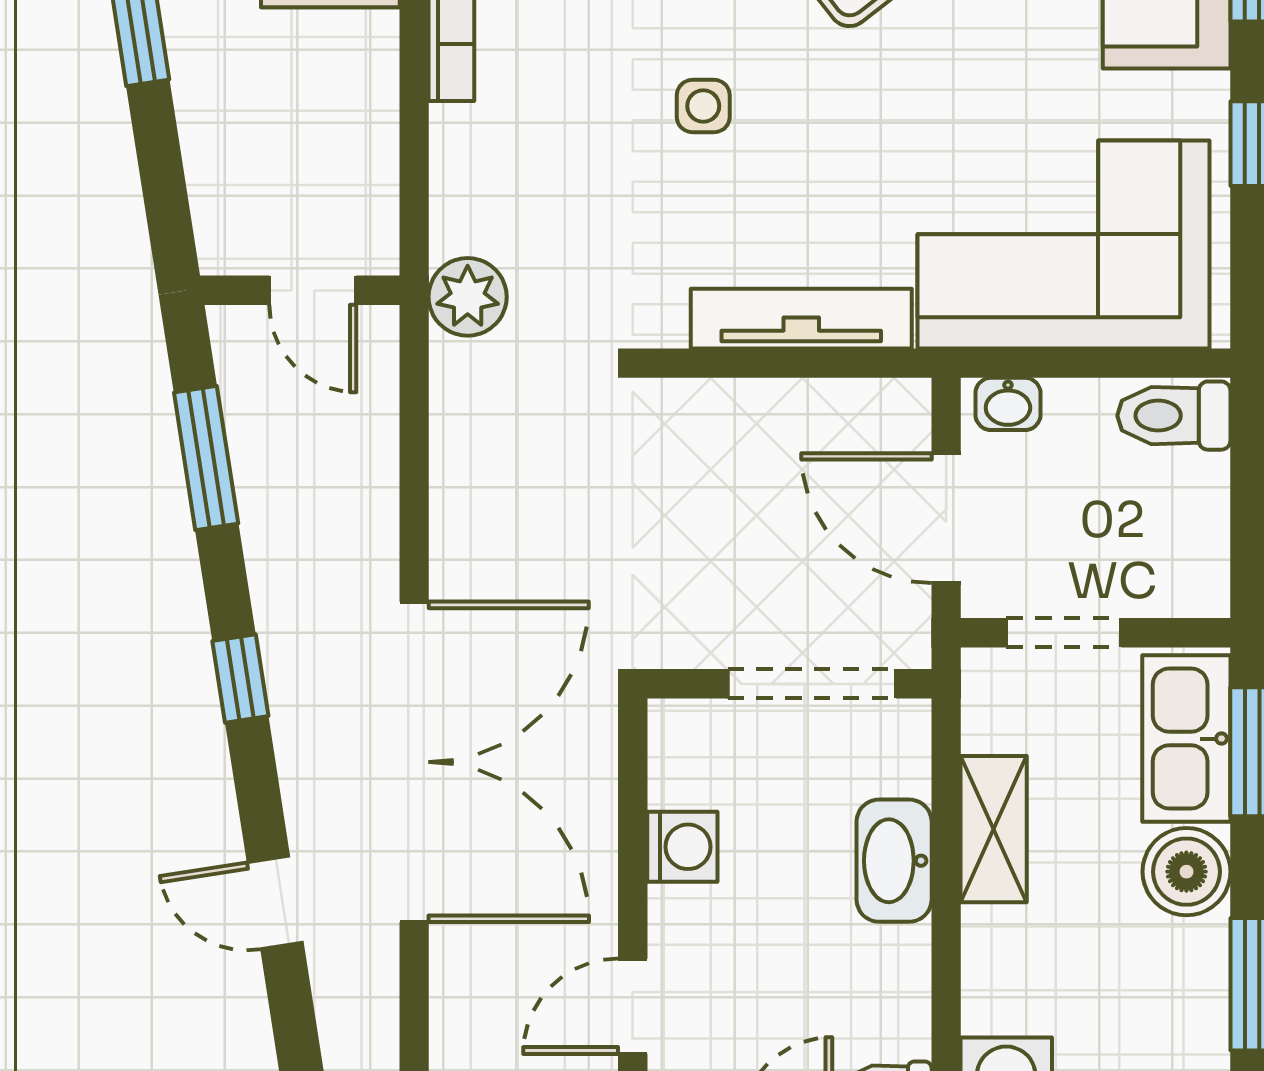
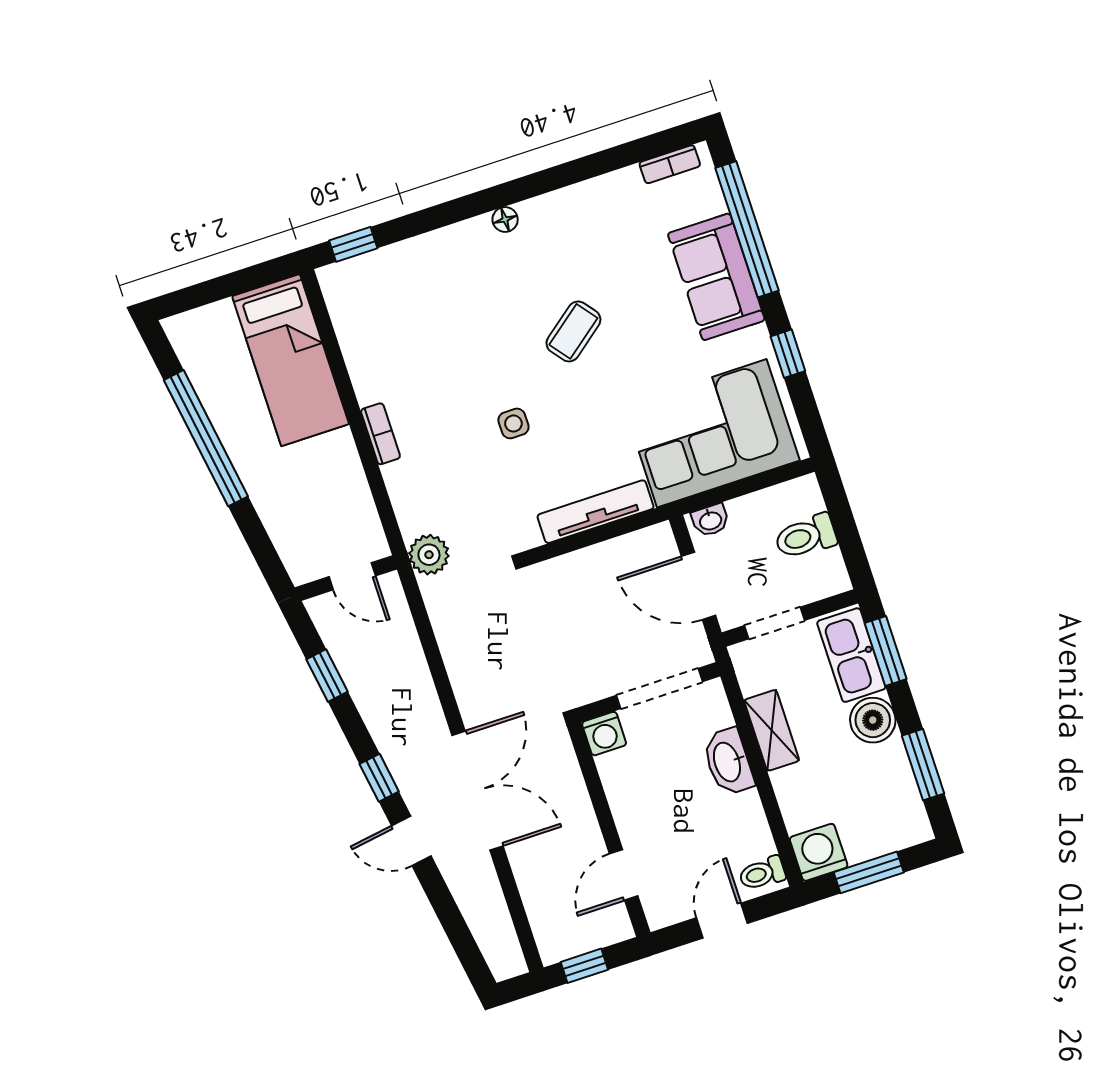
toilet: (1174, 416) -> (806, 536), moved
window: (206, 458) -> (327, 675), width x0.67
double door: (414, 762) -> (478, 791), width x0.73
washing machine: (682, 847) -> (604, 734), moved, turned 90
door: (275, 903) -> (411, 841), moved

